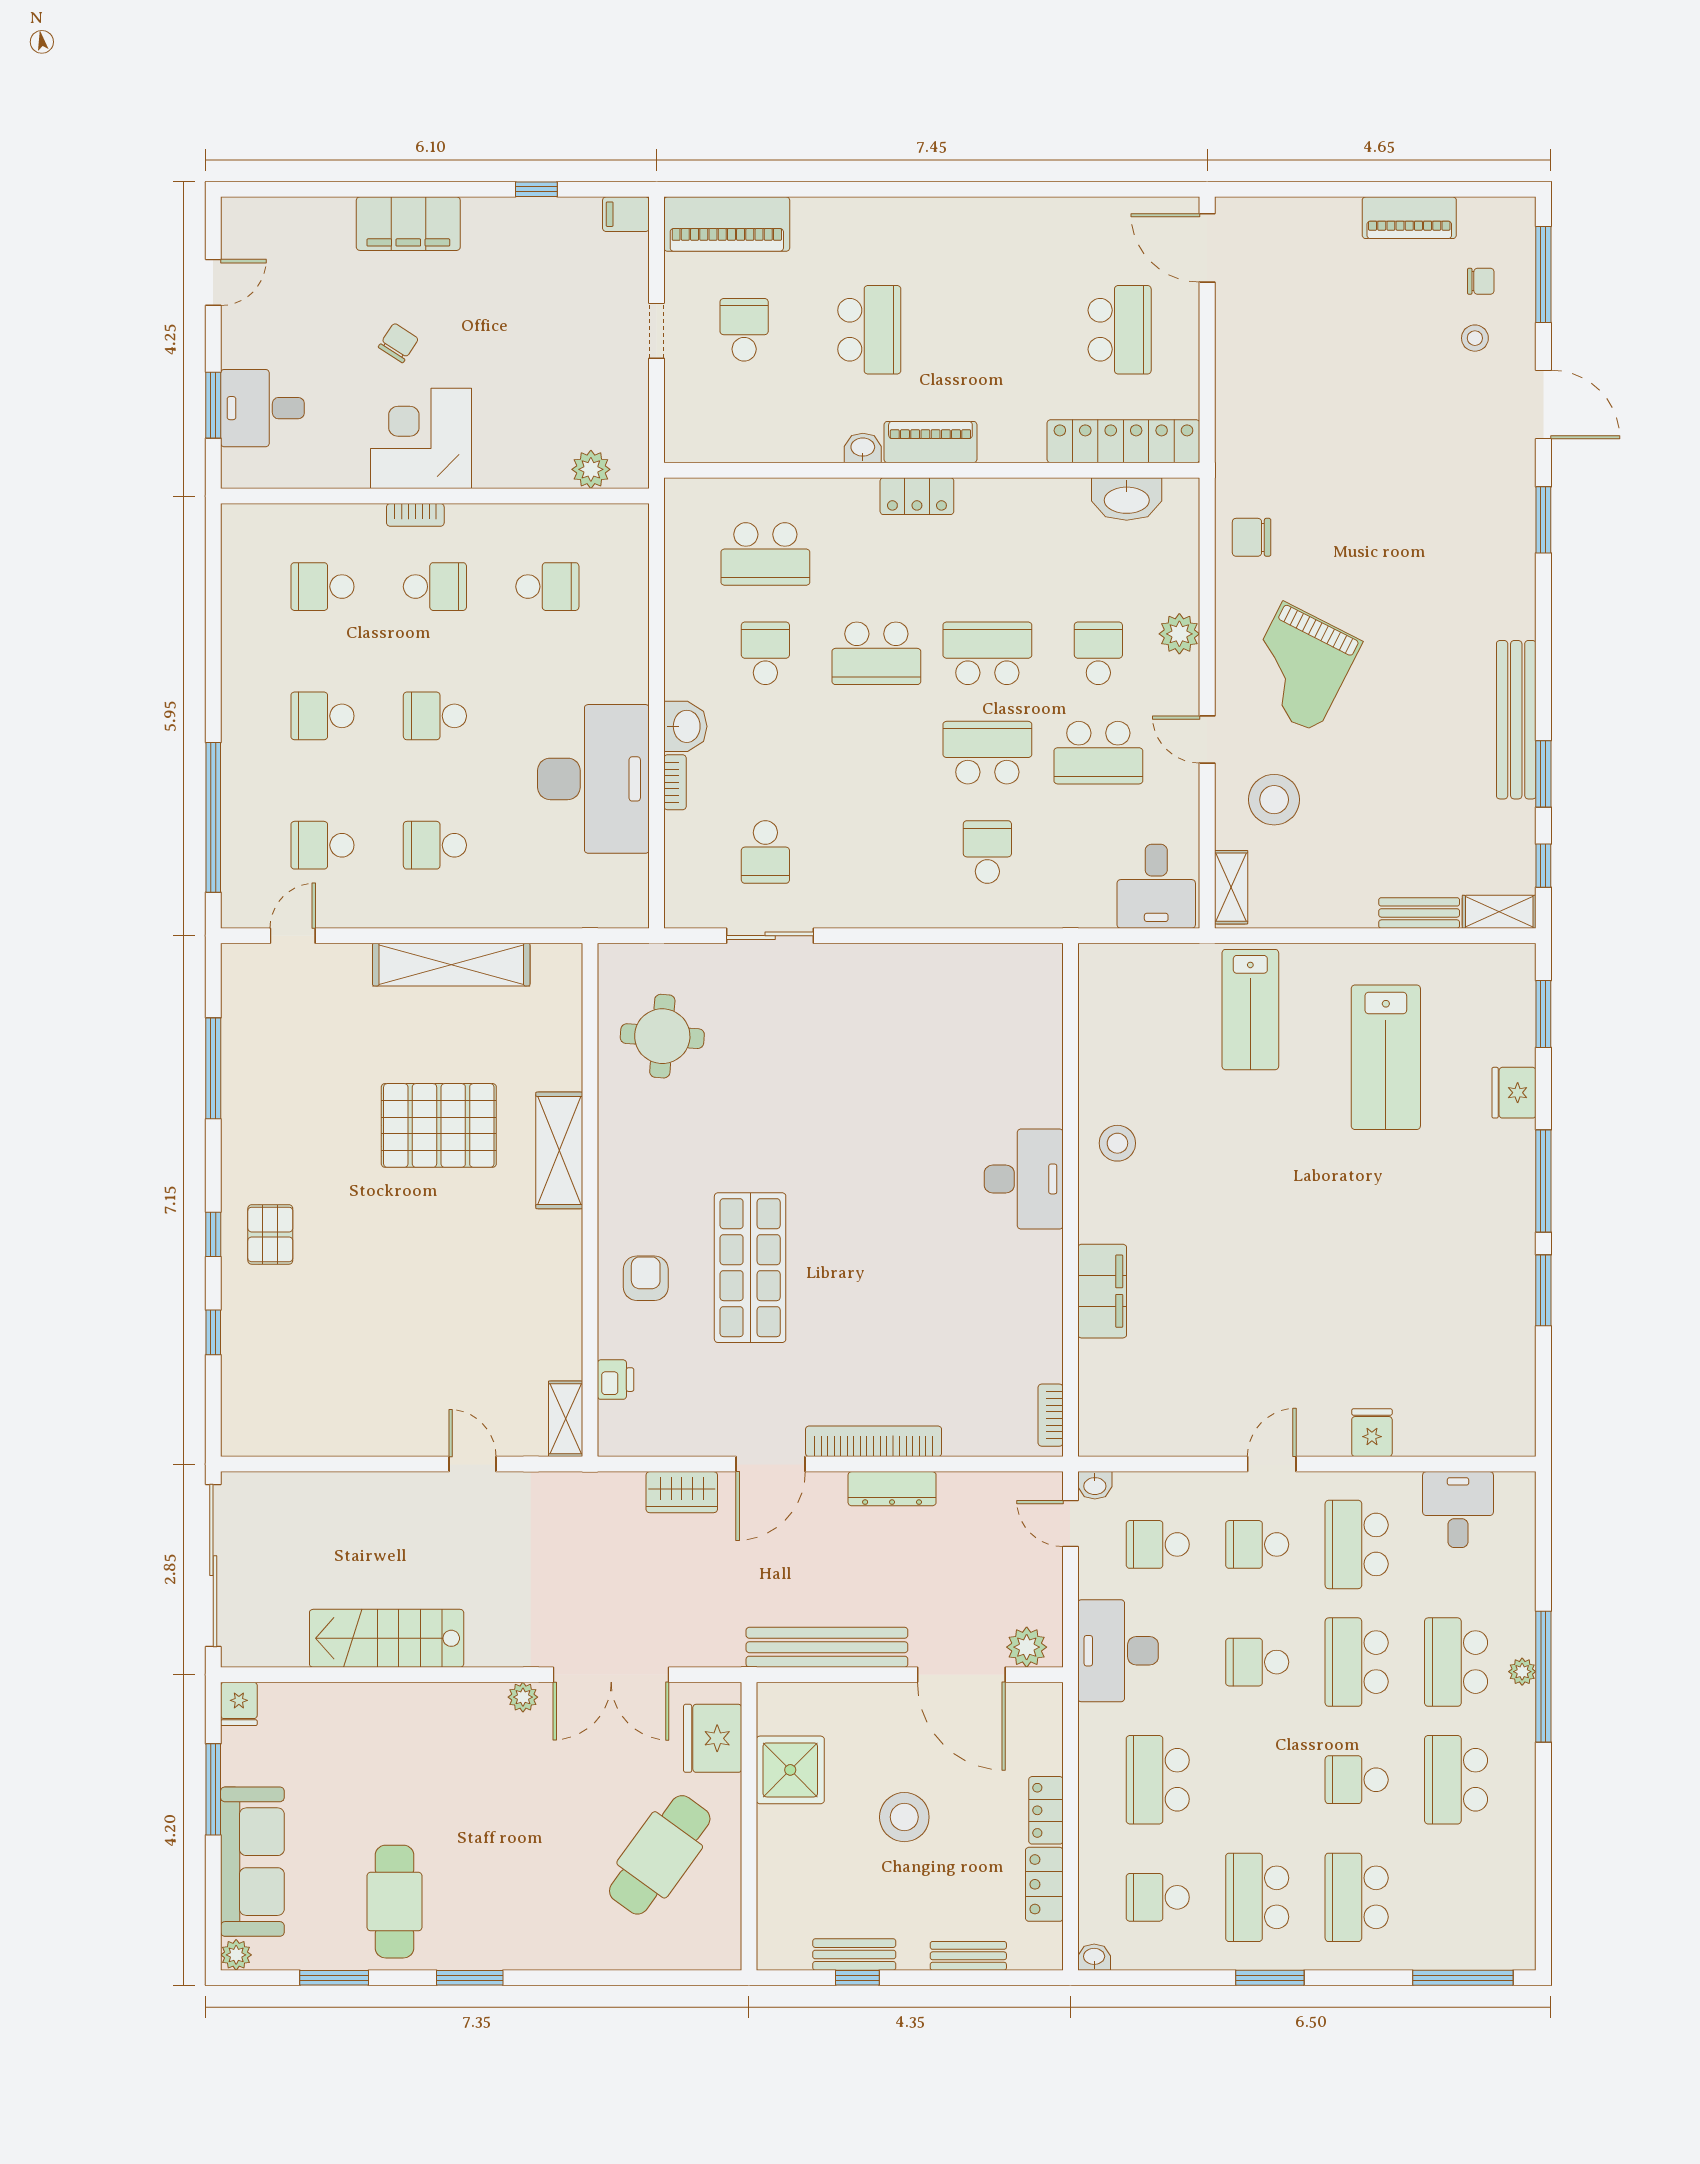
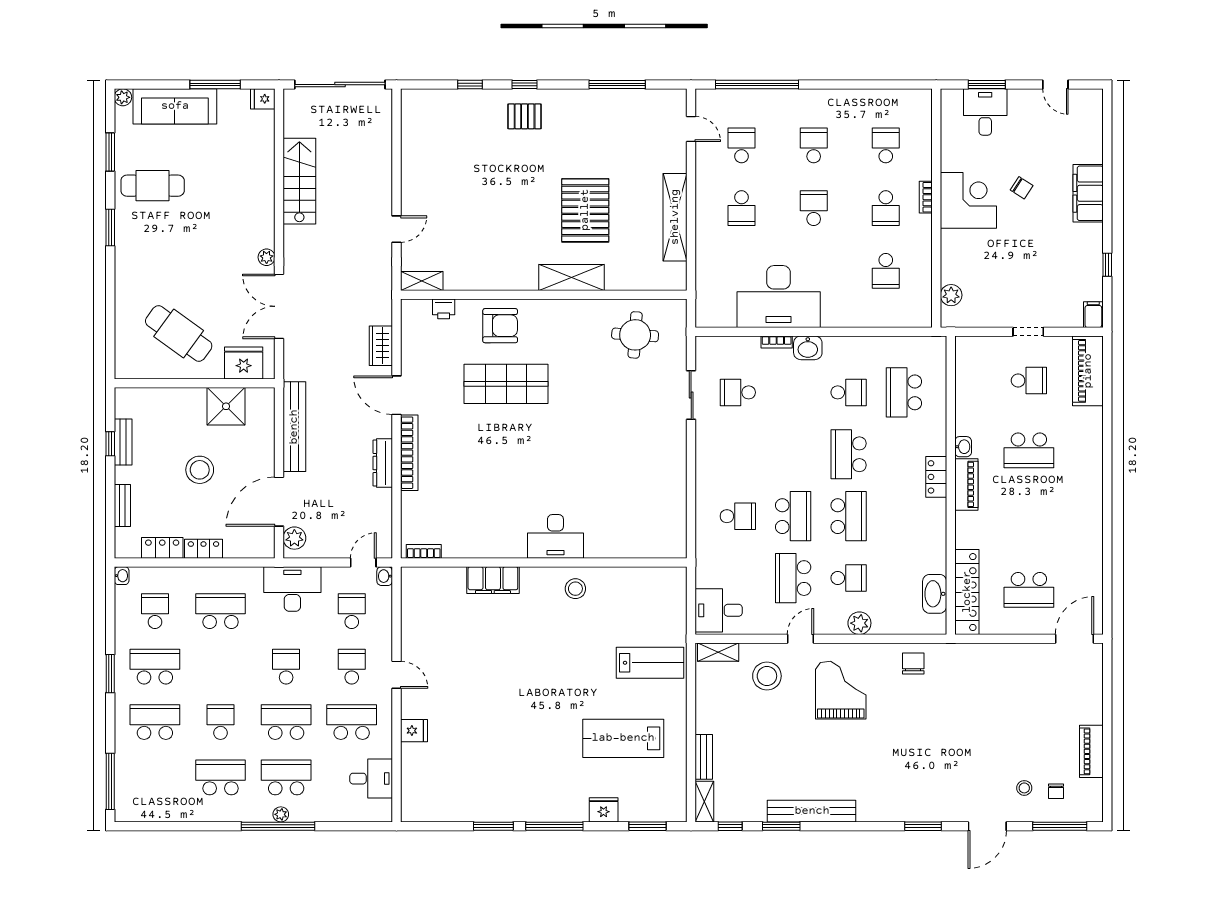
grand piano: (1300, 667) -> (841, 690), turned 63
school desk: (435, 845) -> (742, 208), turned 180
lab bench: (1250, 1010) -> (650, 663), turned 180
armchair: (646, 1278) -> (500, 326), width x1.38, depth x1.38

